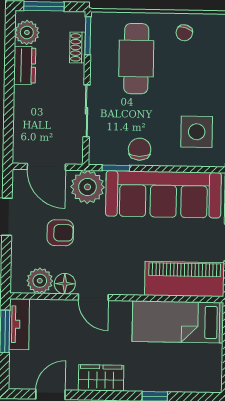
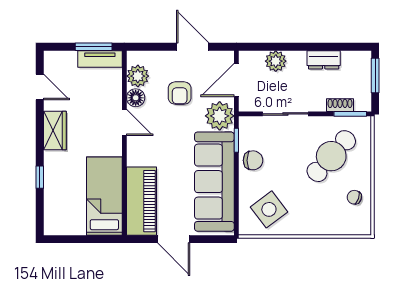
plant: (27, 32) -> (276, 61), moved
cafe table: (136, 59) -> (331, 156), turned -48
side table: (197, 132) -> (269, 209), turned -37
door: (93, 297) -> (124, 123), swing flipped

